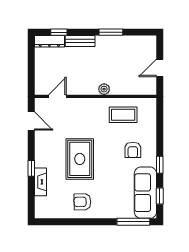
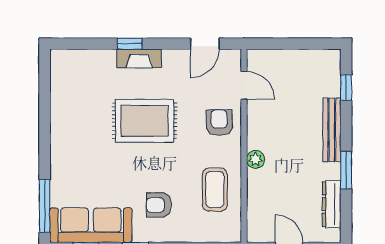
dresser: (49, 41) -> (332, 204), moved
bench: (80, 41) -> (332, 130), width x1.36
fireplace: (41, 182) -> (139, 58), moved
armchair: (82, 202) -> (219, 123), moved

